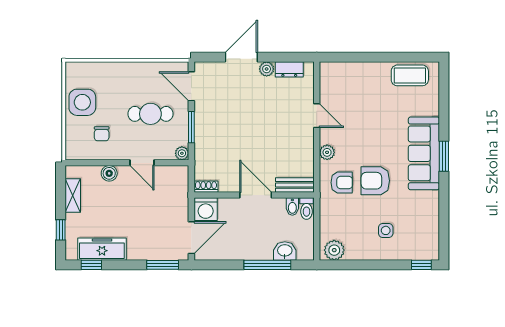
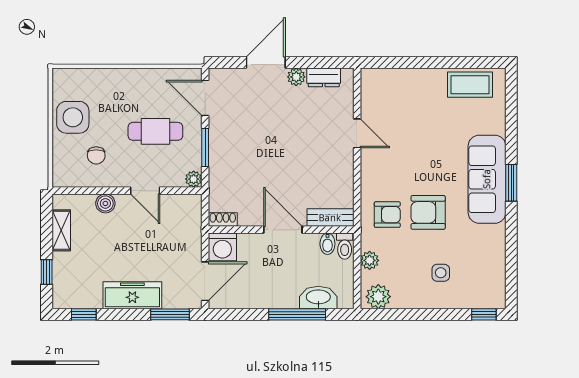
plant: (327, 152) -> (370, 260), moved
freezer: (102, 249) -> (132, 295), moved
washbasin: (285, 251) -> (318, 298), width x1.38

